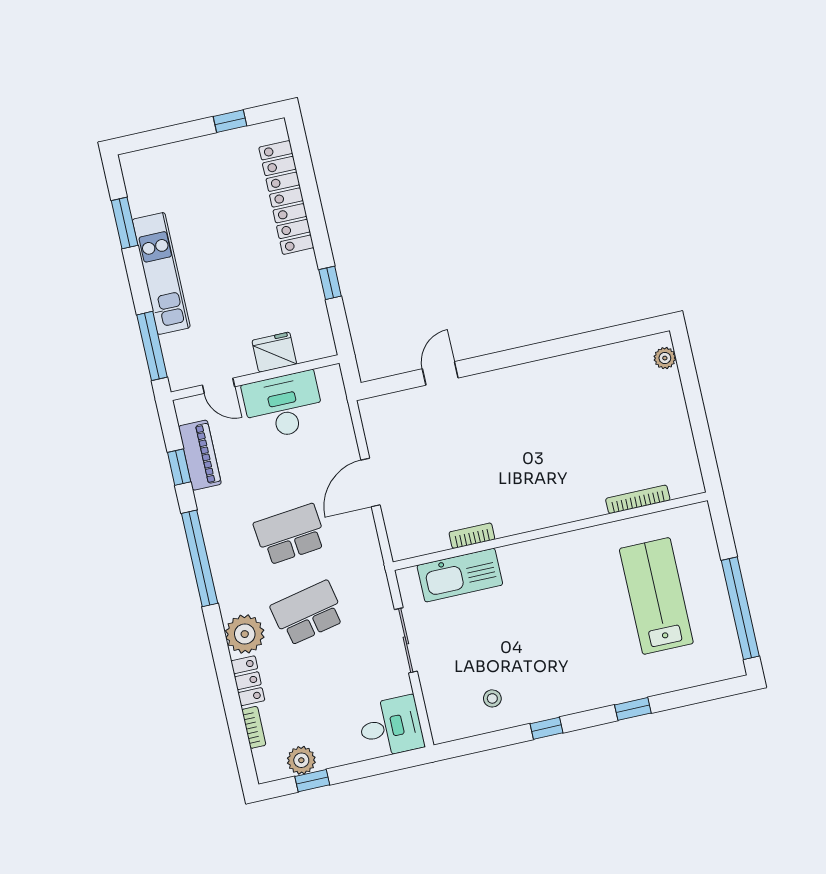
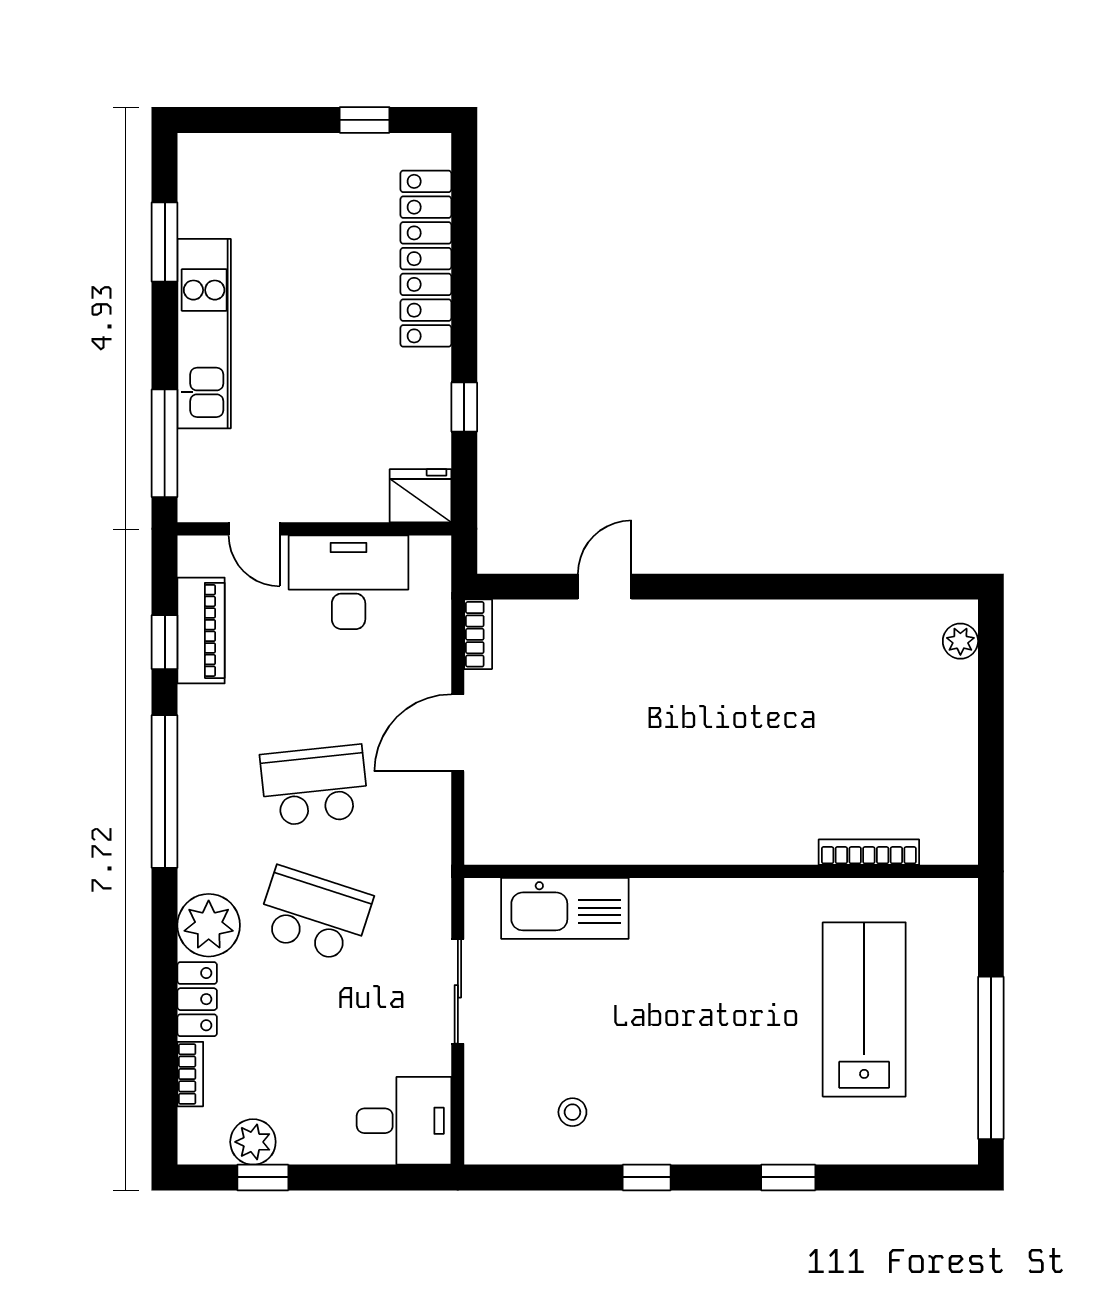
fridge: (274, 352) -> (420, 496), moved
bookcase: (472, 536) -> (478, 634), moved, turned 90
school desk: (308, 613) -> (314, 914), turned 30

